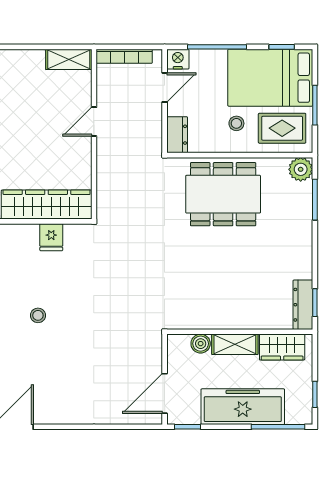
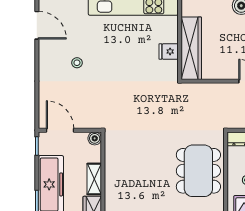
stool: (38, 315) -> (77, 63), moved
boiler: (201, 344) -> (95, 138), moved

